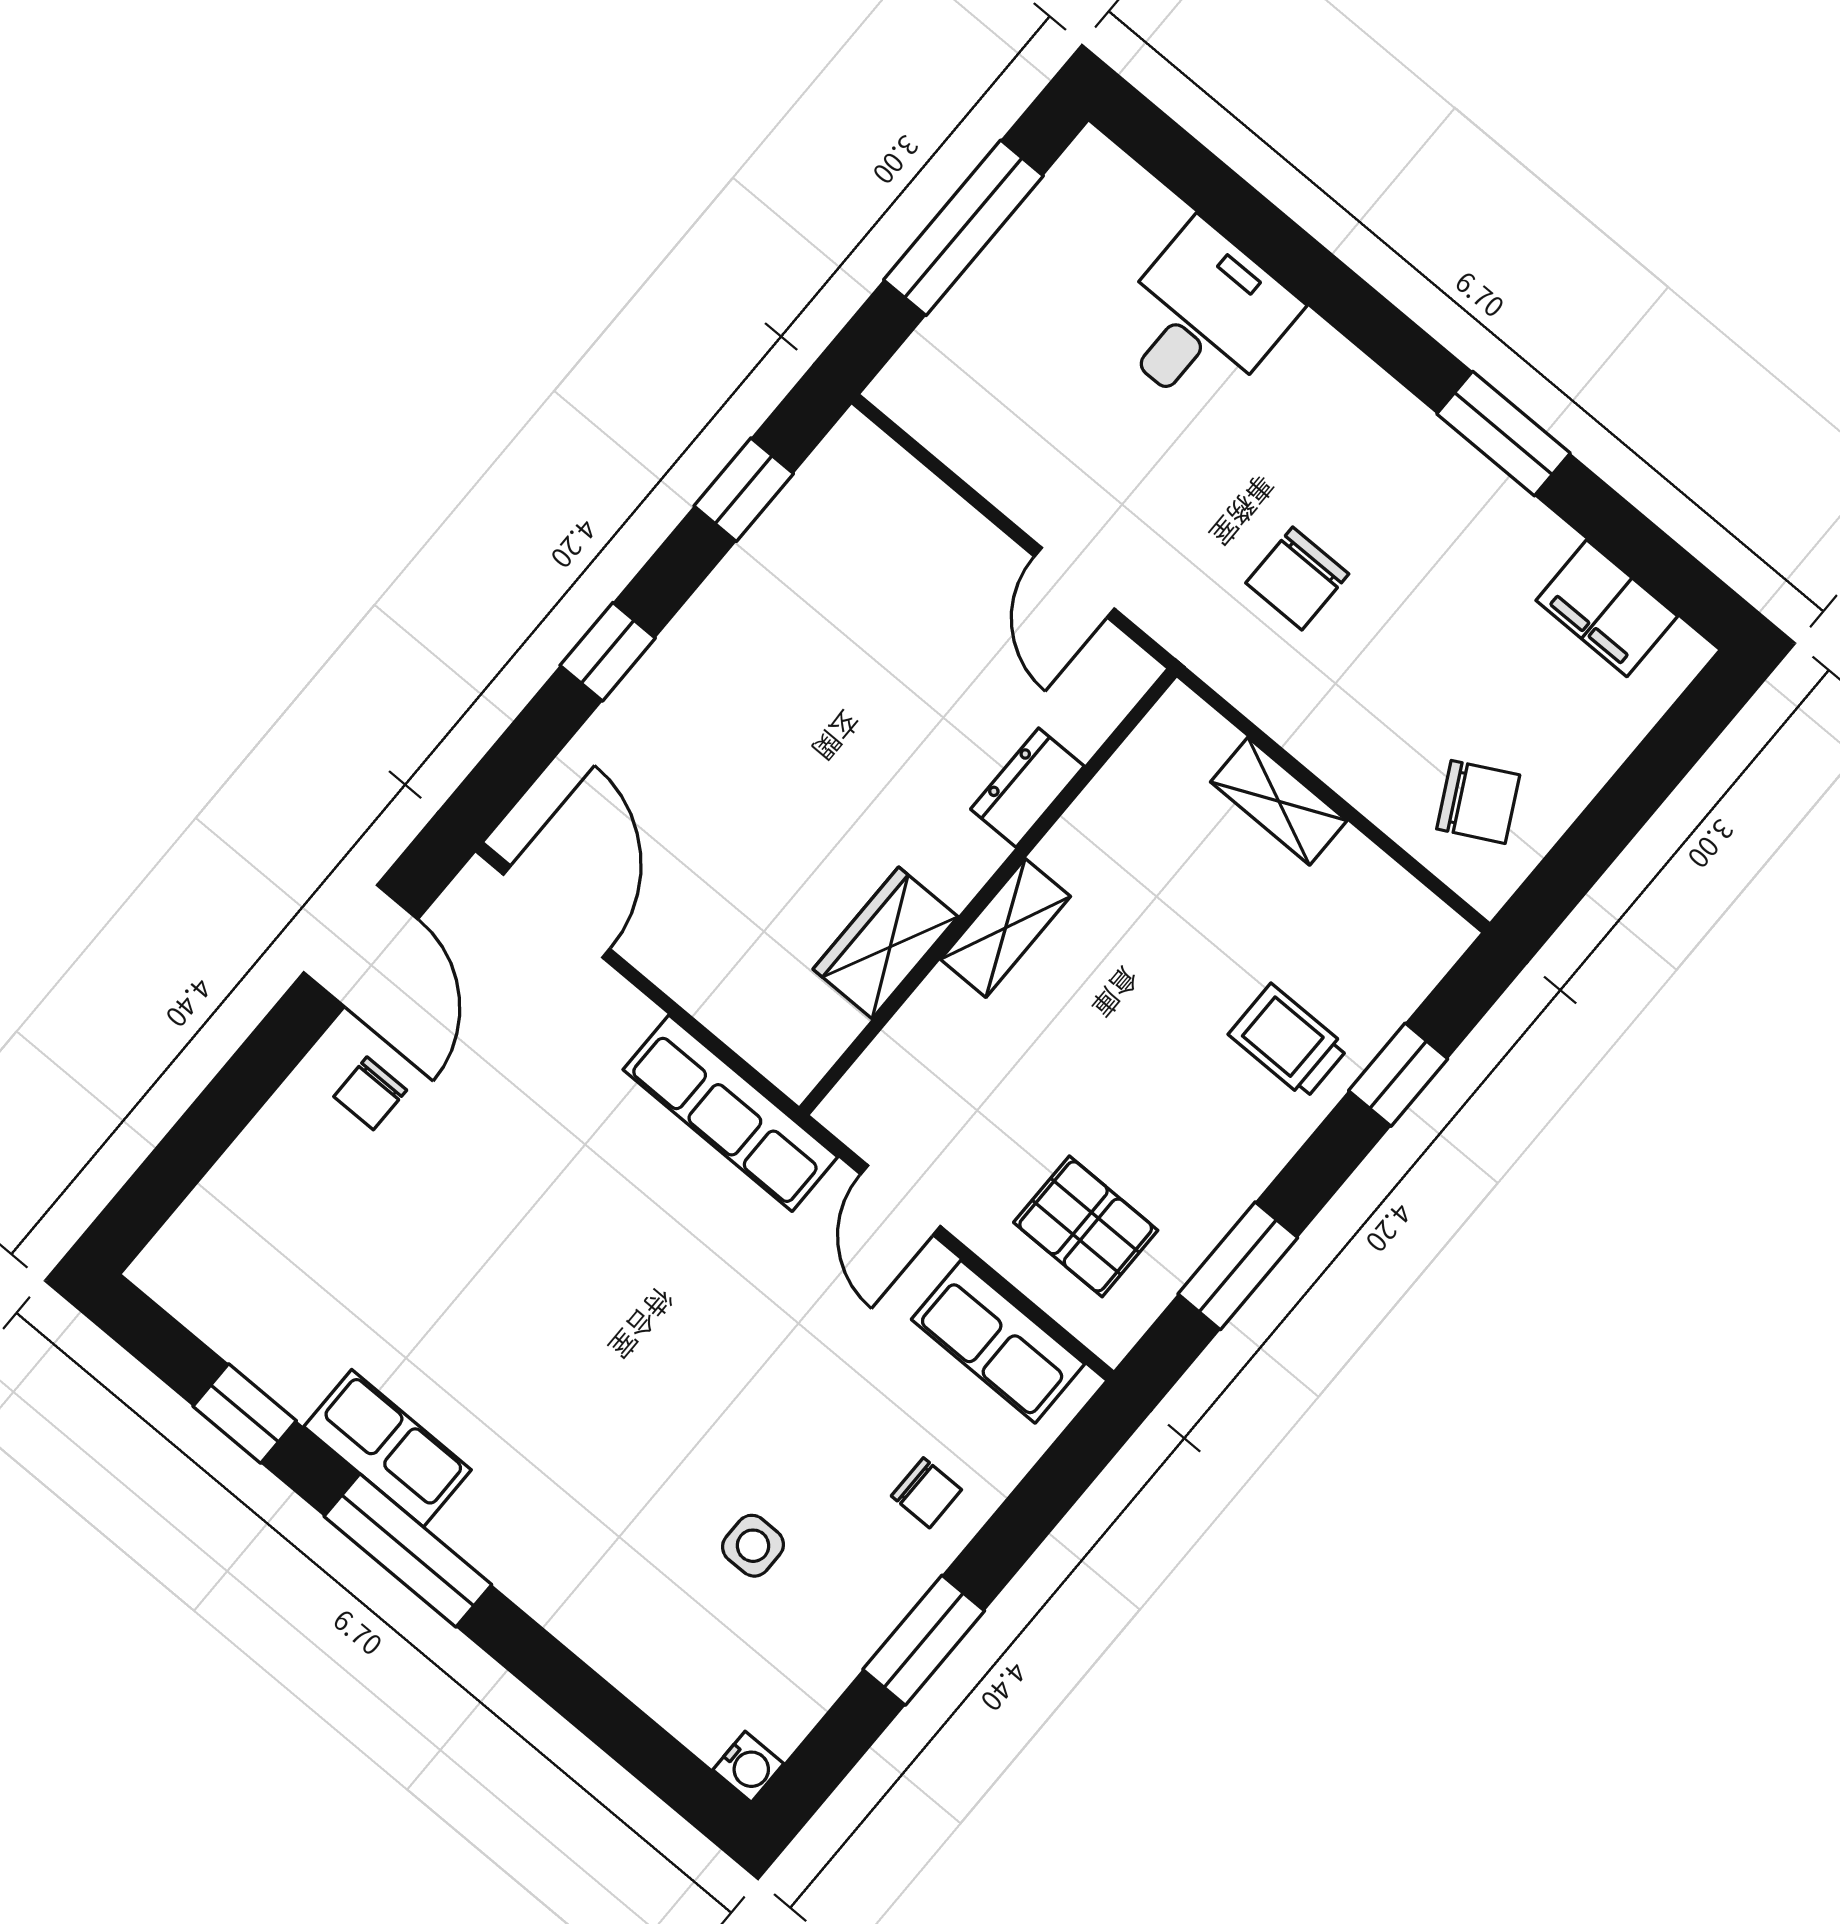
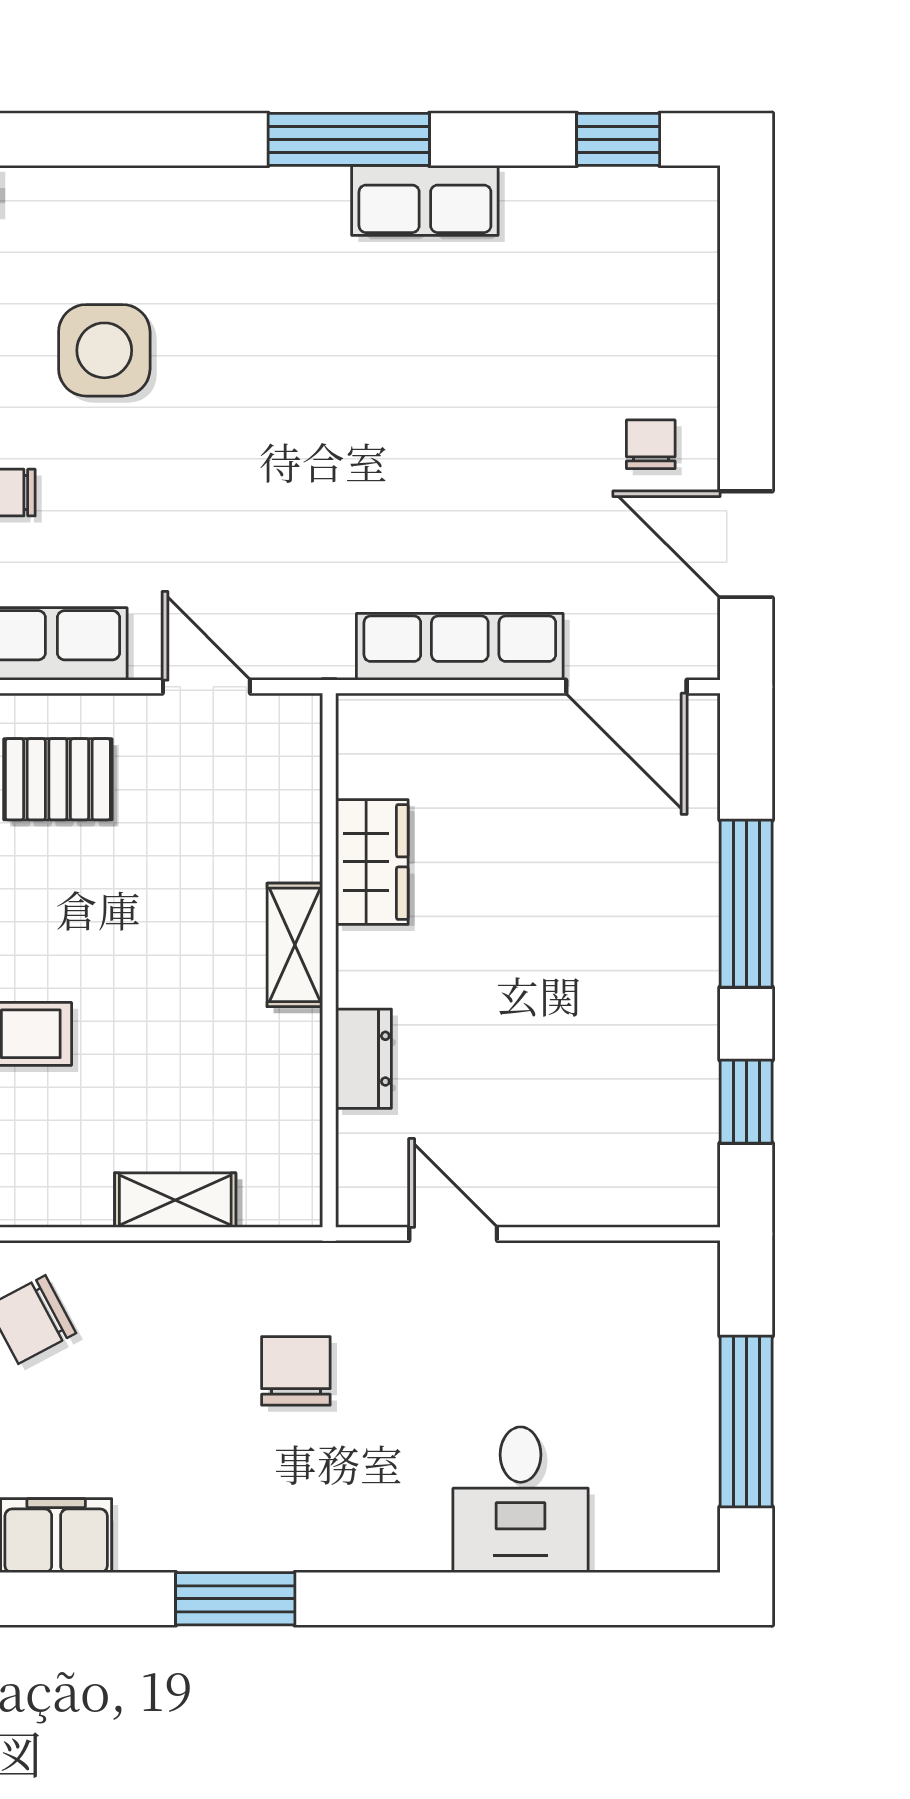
window: (608, 652) -> (746, 904), width x2.17
row of seats: (730, 1113) -> (460, 647), moved
window: (245, 1413) -> (618, 139), moved
side table: (753, 1546) -> (104, 350), width x1.87, depth x1.87

